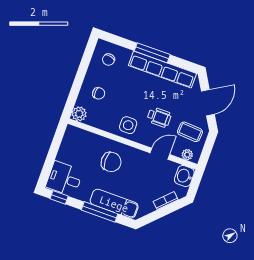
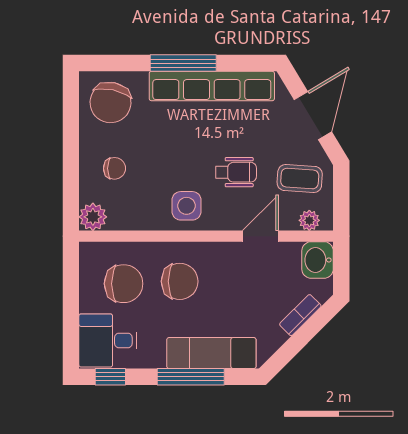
chair: (109, 60) -> (110, 102), width x1.87, depth x1.87
chair: (83, 153) -> (124, 284), added

